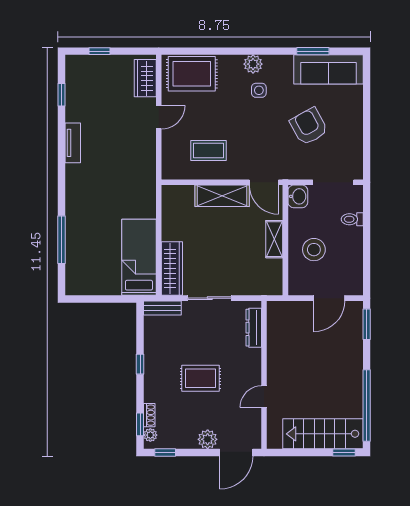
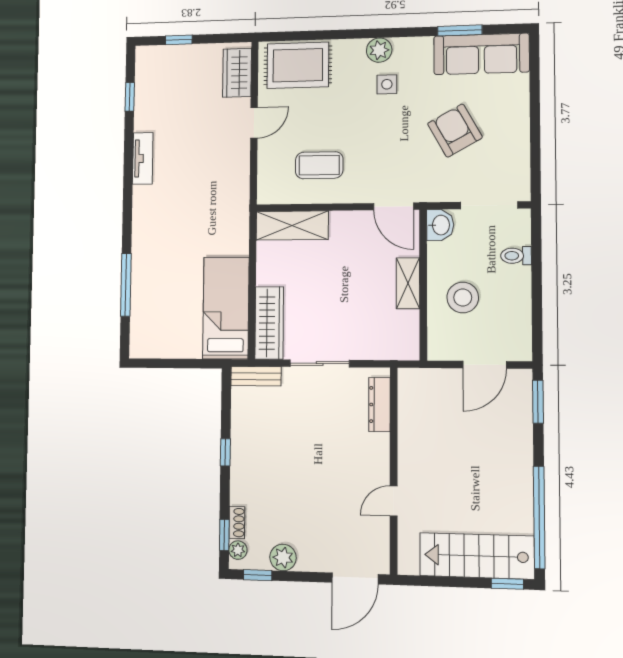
shelving: (222, 196) -> (292, 226), moved
rug: (201, 378) -> (306, 473), removed
plant: (208, 439) -> (283, 557), moved

